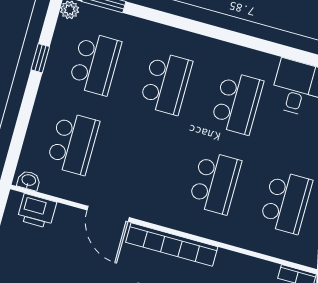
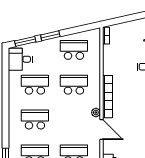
plant: (146, 212) -> (96, 113), added
door: (108, 214) -> (102, 129), hinge flipped

